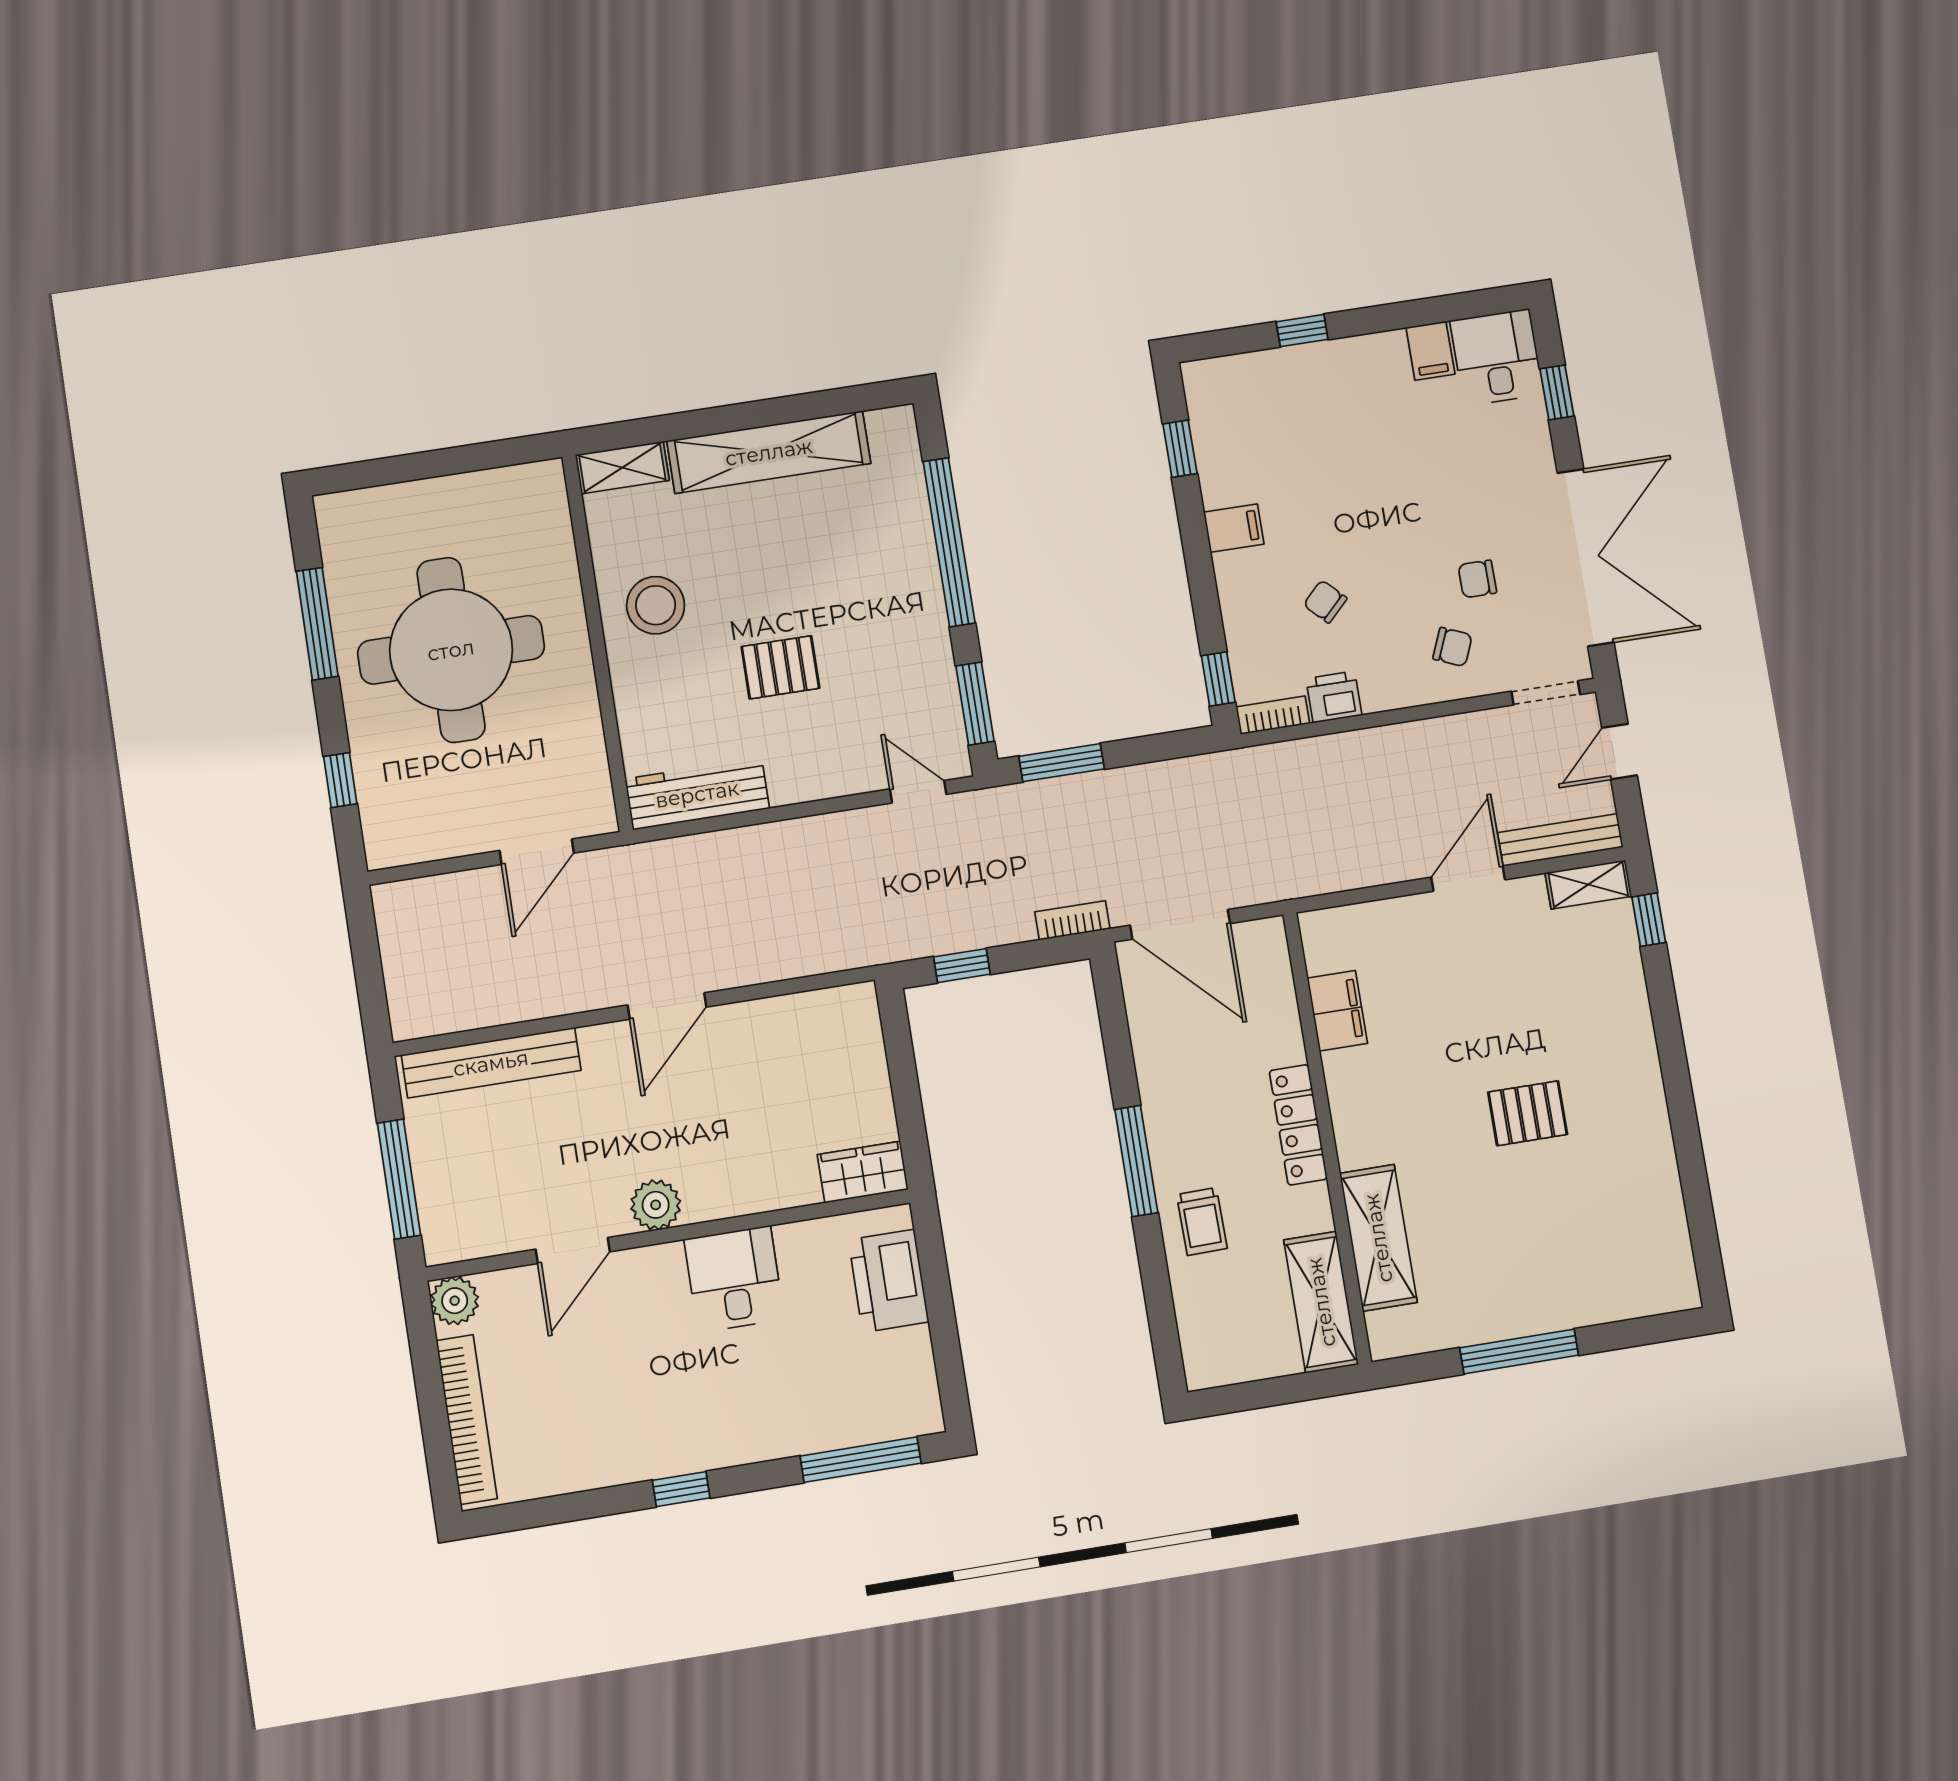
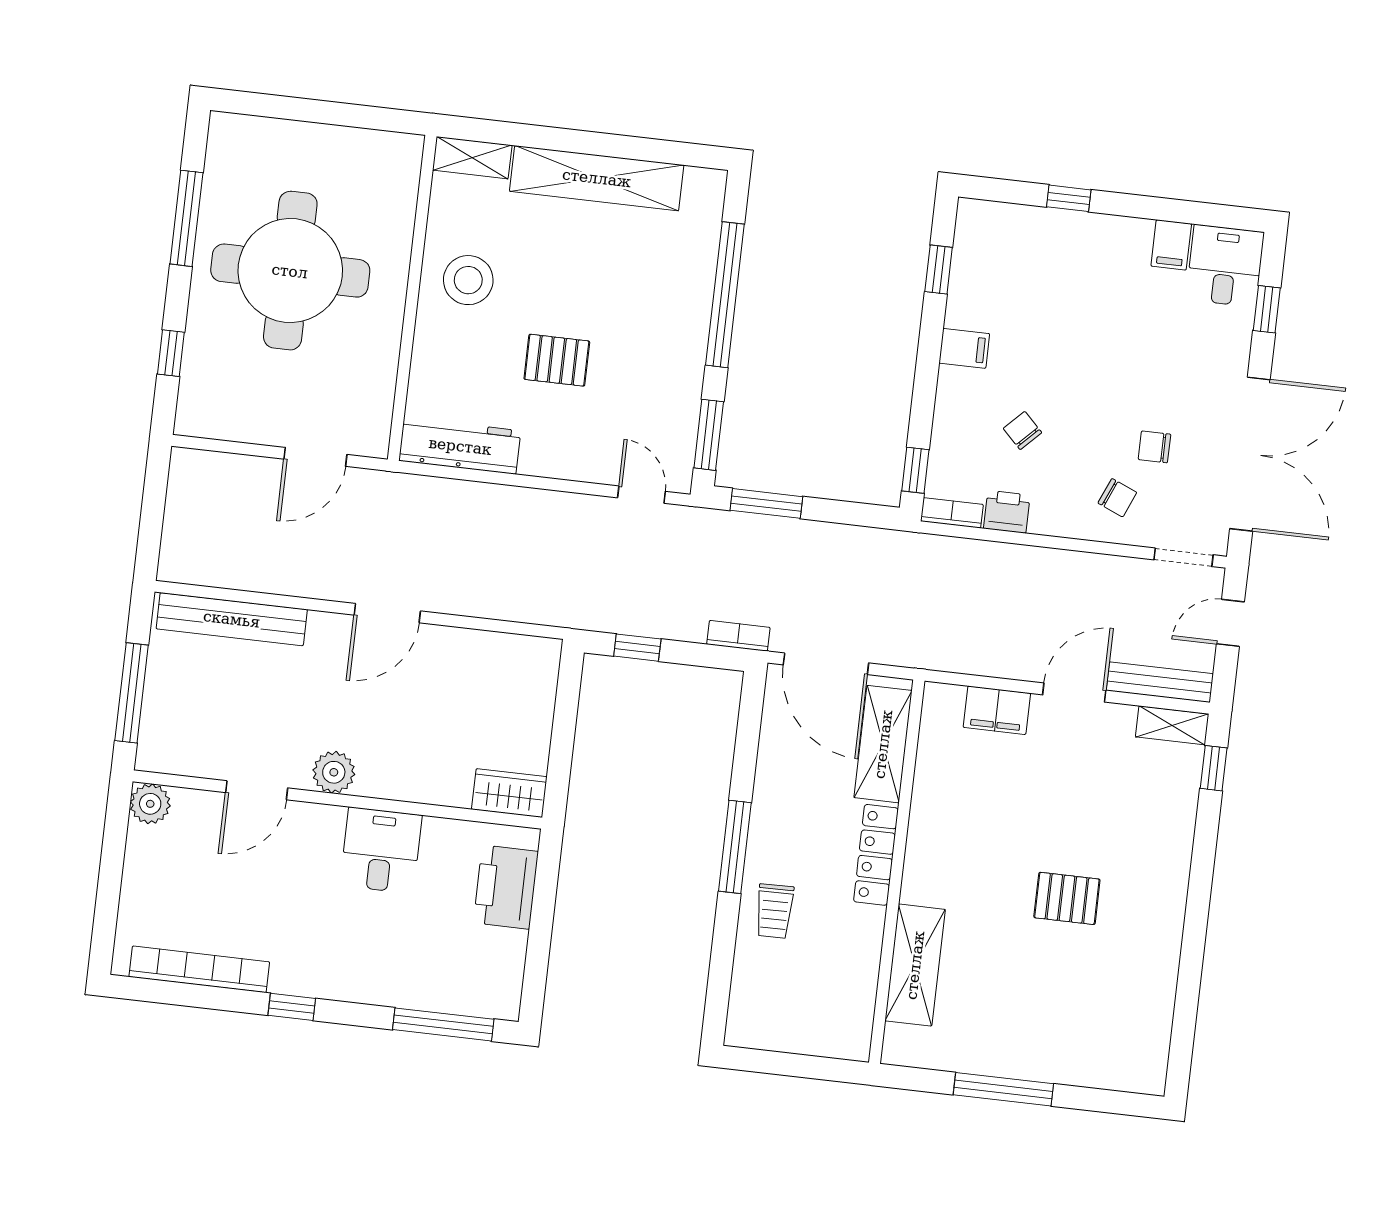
filing cabinet: (1337, 1011) -> (997, 710), moved, turned 90
shelving: (1321, 1302) -> (883, 744), moved
bookcase: (467, 1419) -> (199, 969), moved, turned -90

